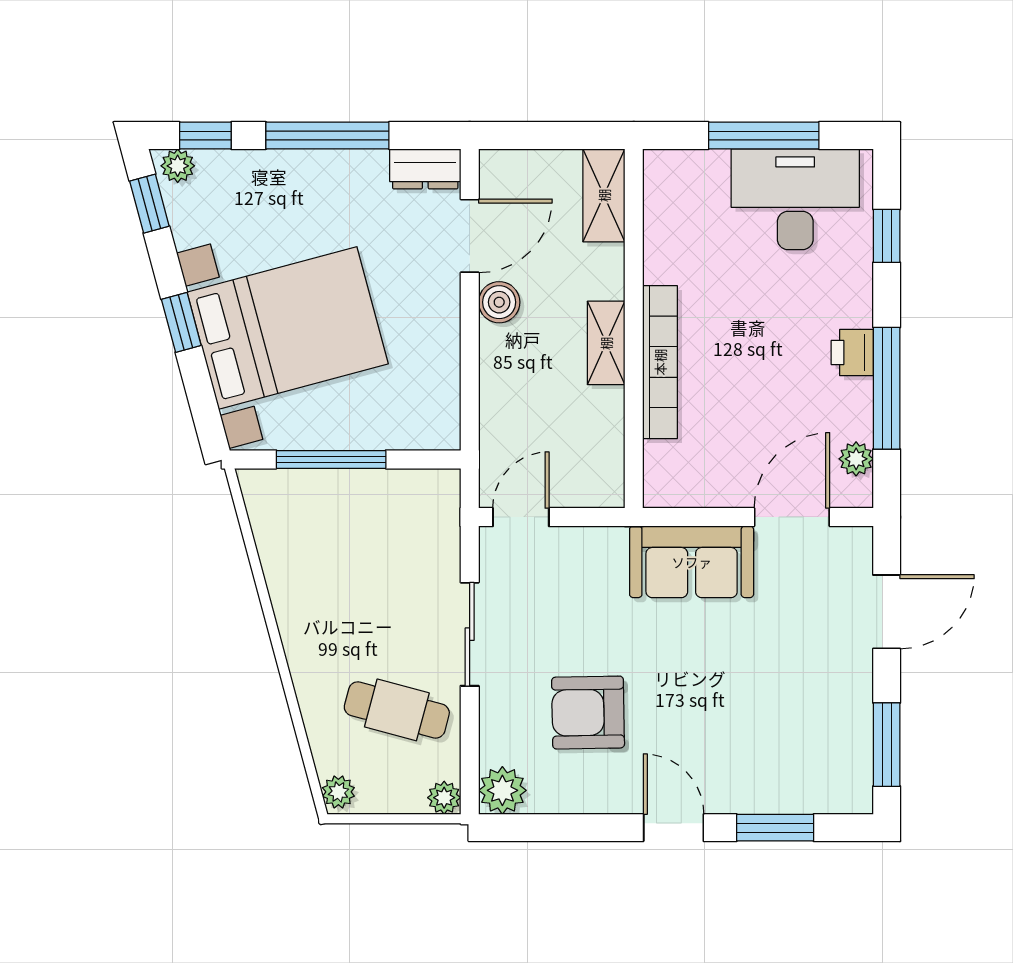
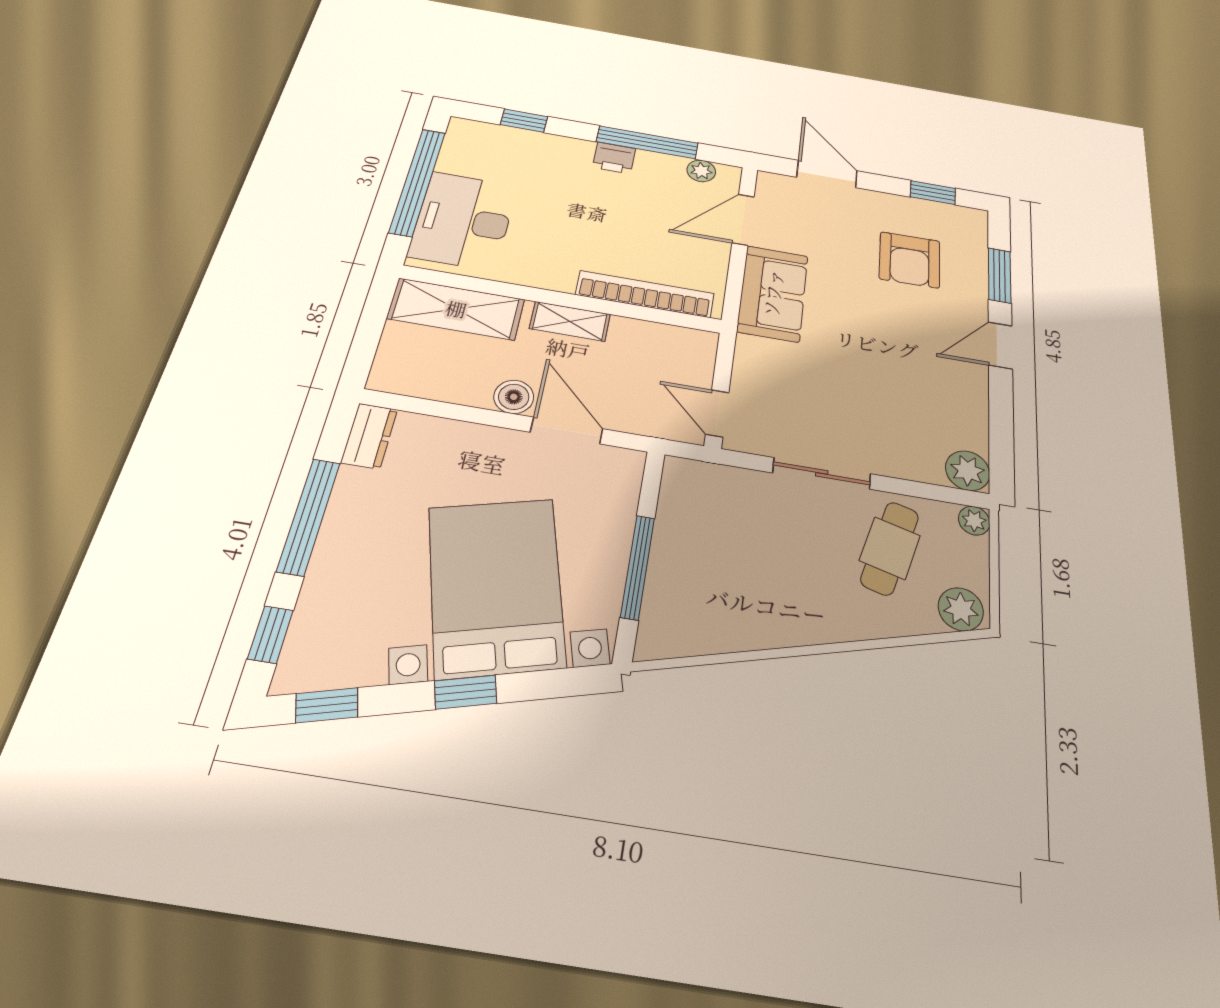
window: (764, 136) -> (418, 182), width x1.46
plant: (178, 166) -> (294, 668), removed
shelving: (604, 195) -> (456, 309), width x1.50, depth x1.33
desk: (795, 199) -> (463, 221), moved
door: (470, 236) -> (567, 431), moved
bookcase: (660, 362) -> (645, 294), moved
door: (792, 517) -> (743, 220), hinge flipped
armchair: (588, 713) -> (910, 260), moved
window: (887, 745) -> (933, 193), width x0.67
plant: (338, 792) -> (961, 609), width x1.38, depth x1.38

